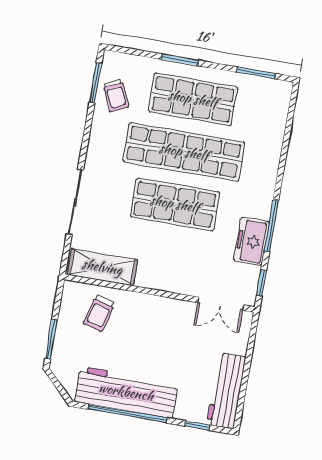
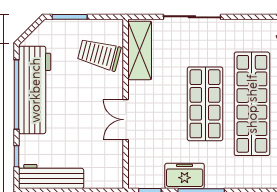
double door: (221, 304) -> (126, 120), moved
trolley: (99, 313) -> (99, 54), width x1.36, depth x1.39

